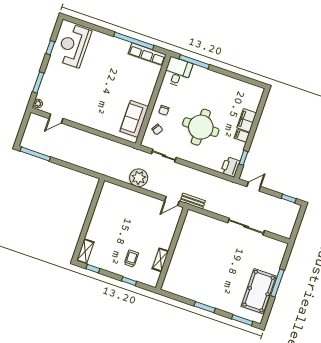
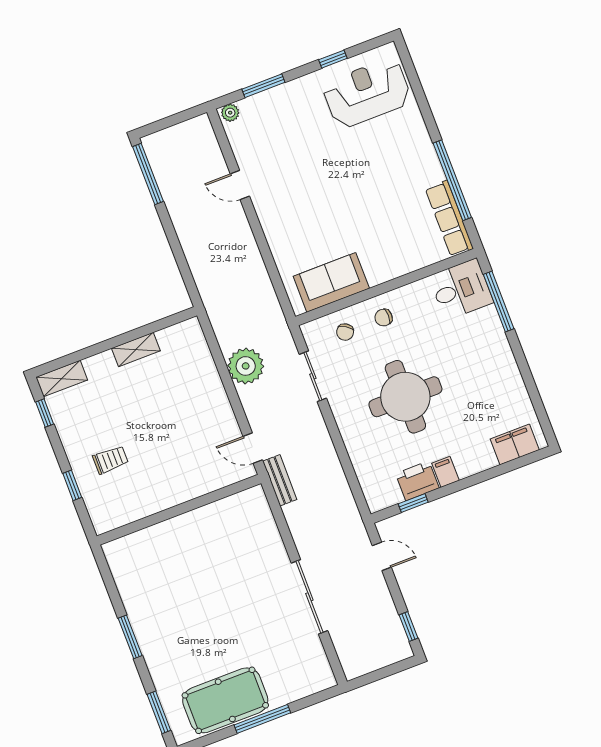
door: (56, 118) -> (240, 185), moved
filing cabinet: (247, 120) -> (515, 444), moved
printer: (230, 167) -> (417, 481), moved
shelving: (160, 260) -> (136, 350), moved

